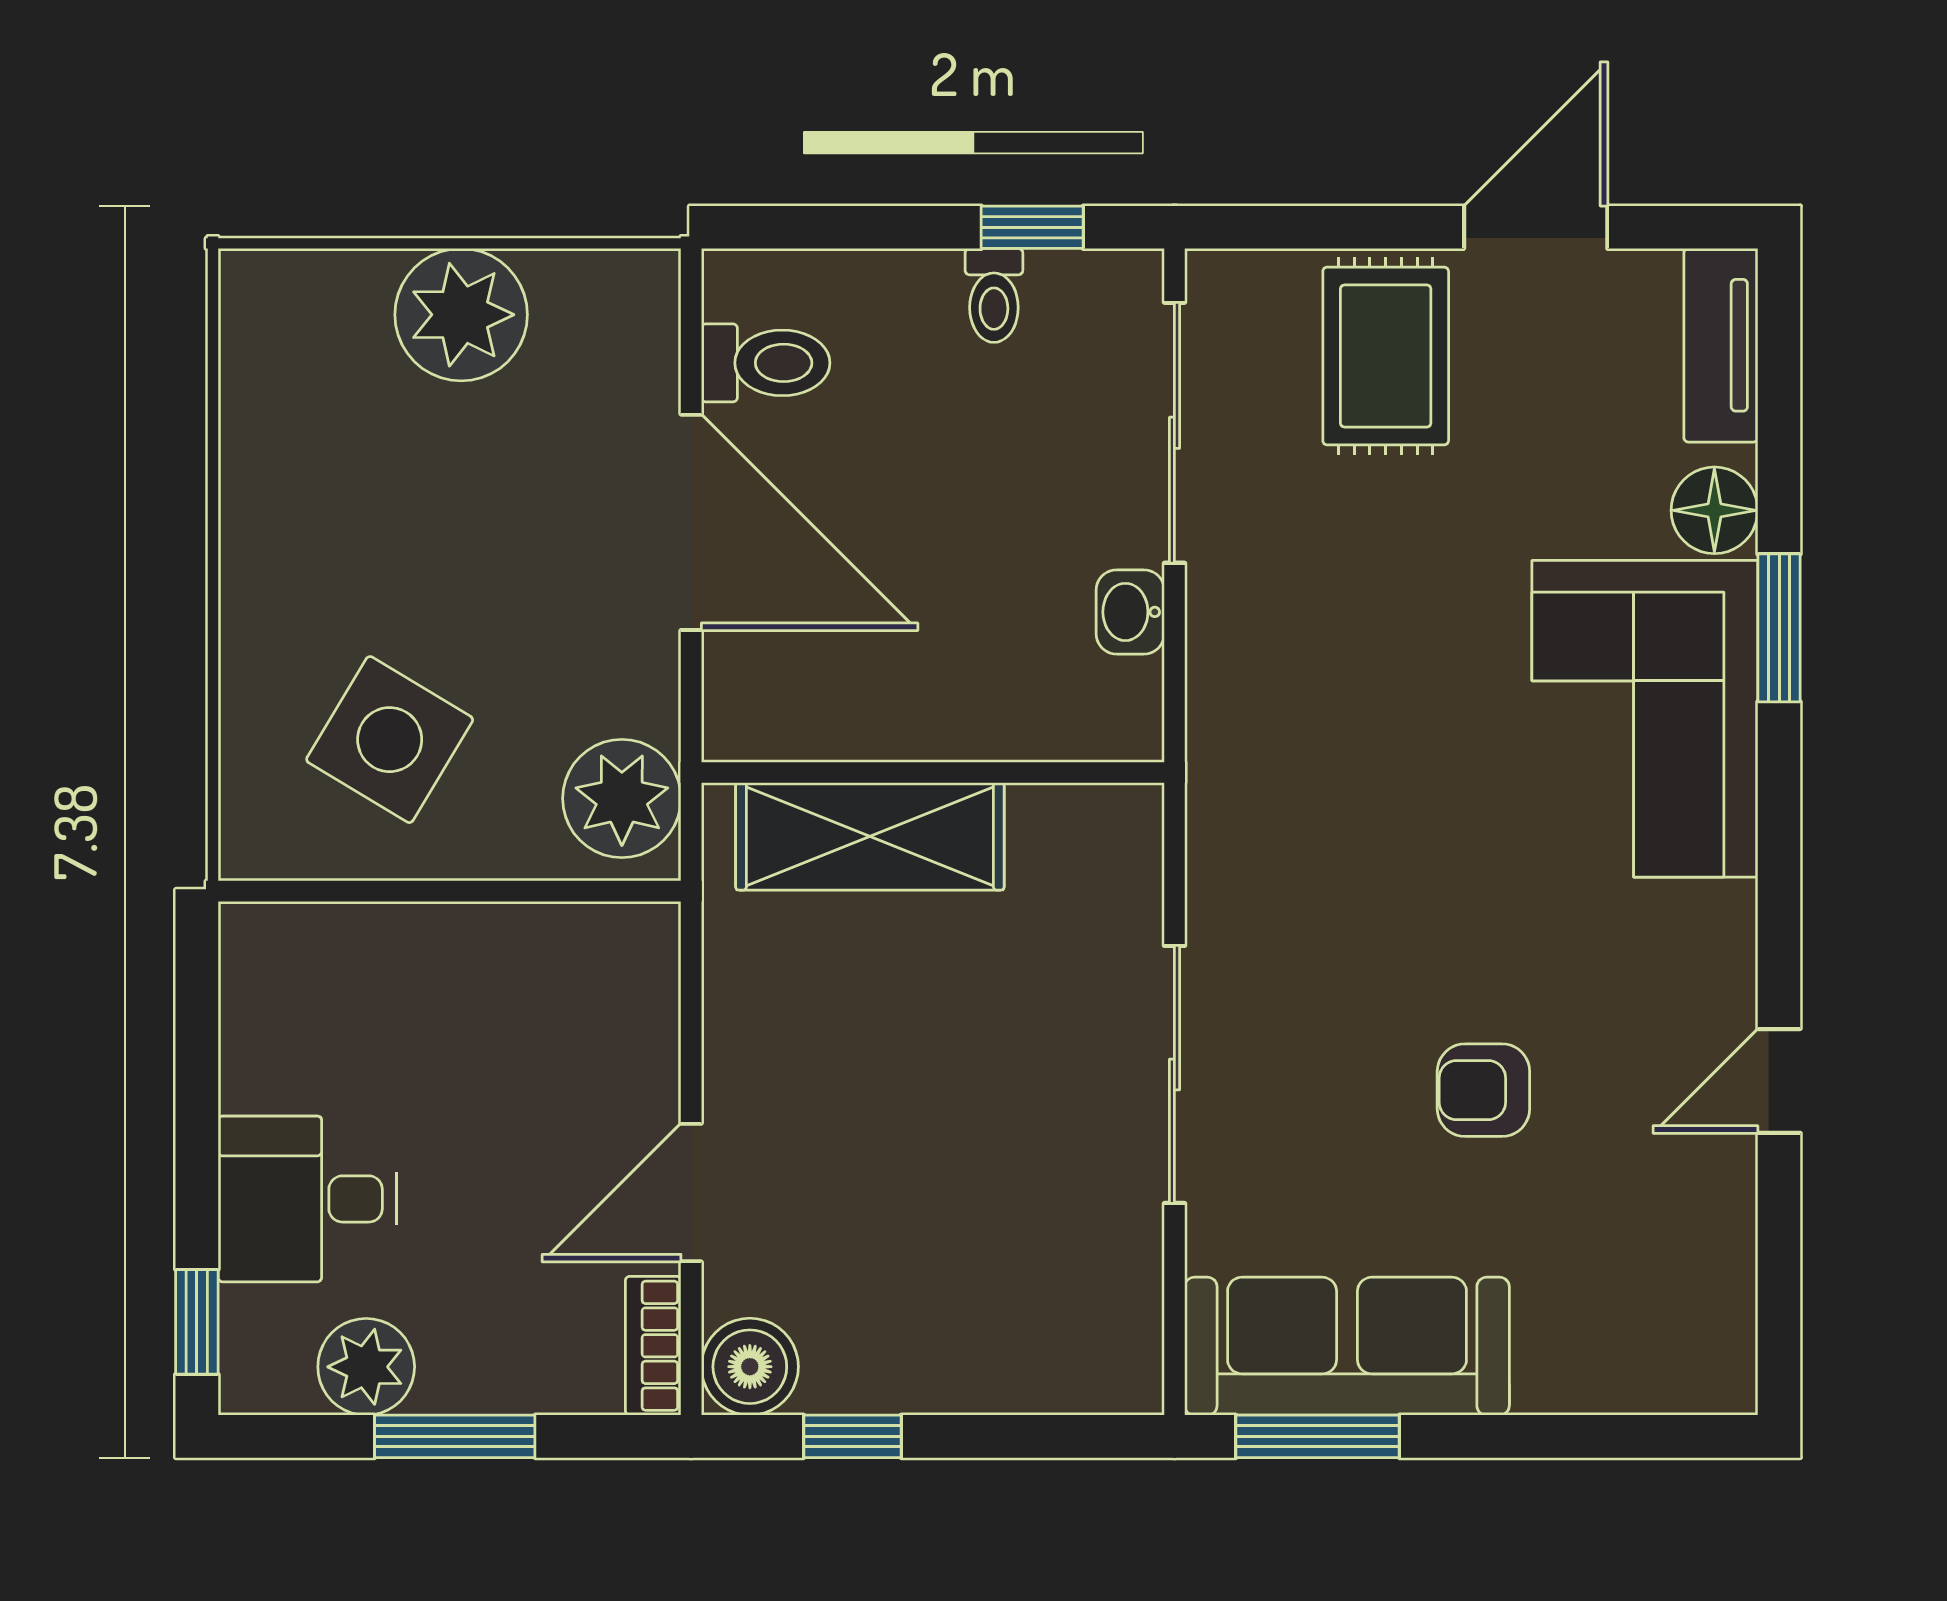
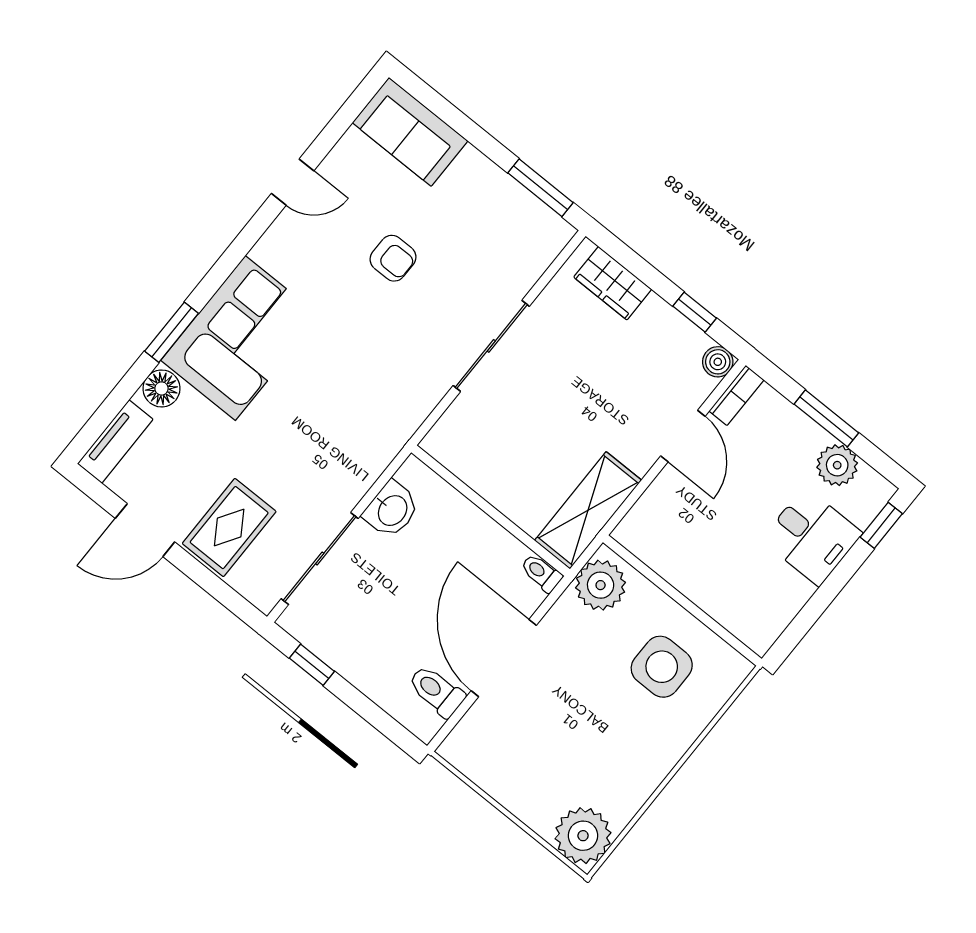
toilet: (994, 295) -> (541, 573), moved, turned -90
plant: (461, 315) -> (583, 836), moved
washbasin: (1130, 612) -> (392, 510), width x1.38, depth x1.45
side table: (390, 740) -> (662, 667), turned -31
shelving: (870, 836) -> (588, 510), moved, turned 90
door: (691, 1193) -> (683, 436), hinge flipped
sofa: (1347, 1346) -> (410, 132), moved, width x0.73
boiler: (750, 1367) -> (718, 362), width x0.73, depth x0.73
wardrobe: (1045, 1368) -> (613, 283), added

